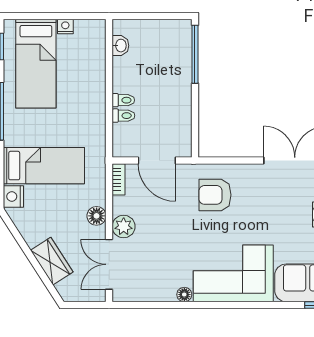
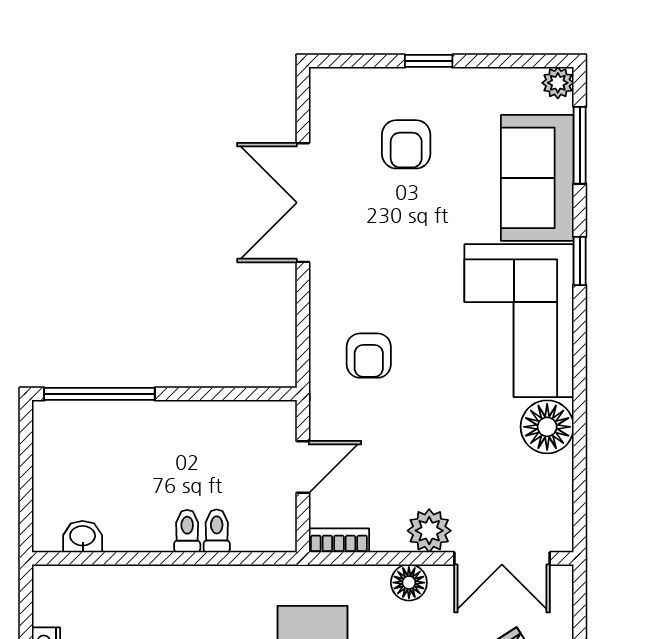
door: (157, 161) -> (303, 467), width x0.73
armchair: (215, 195) -> (369, 356), width x0.72, depth x0.72
floor lamp: (184, 295) -> (547, 427), width x1.89, depth x1.89
window: (264, 305) -> (580, 261), added

